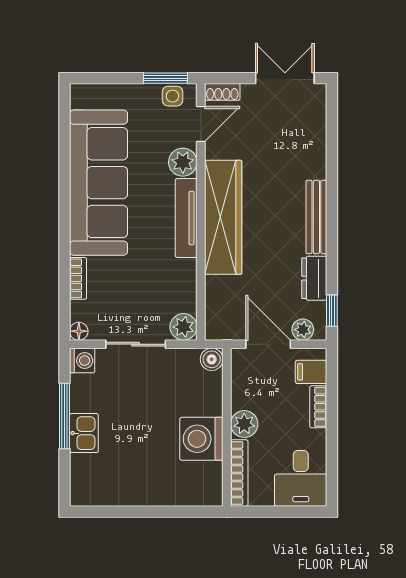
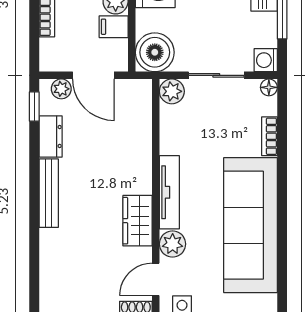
wardrobe: (223, 217) -> (138, 221), width x0.48, depth x0.85
boiler: (212, 359) -> (155, 52), width x1.86, depth x1.86
filing cabinet: (311, 372) -> (114, 27), moved, turned 180

